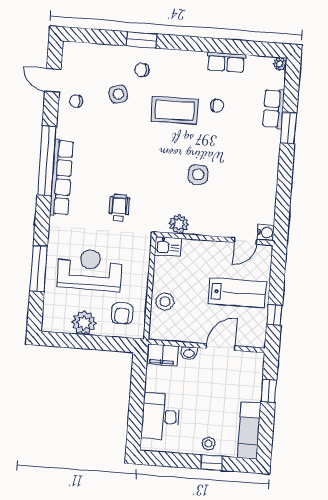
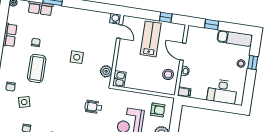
stool: (165, 302) -> (168, 74), moved
filing cabinet: (162, 355) -> (184, 92), width x0.50

